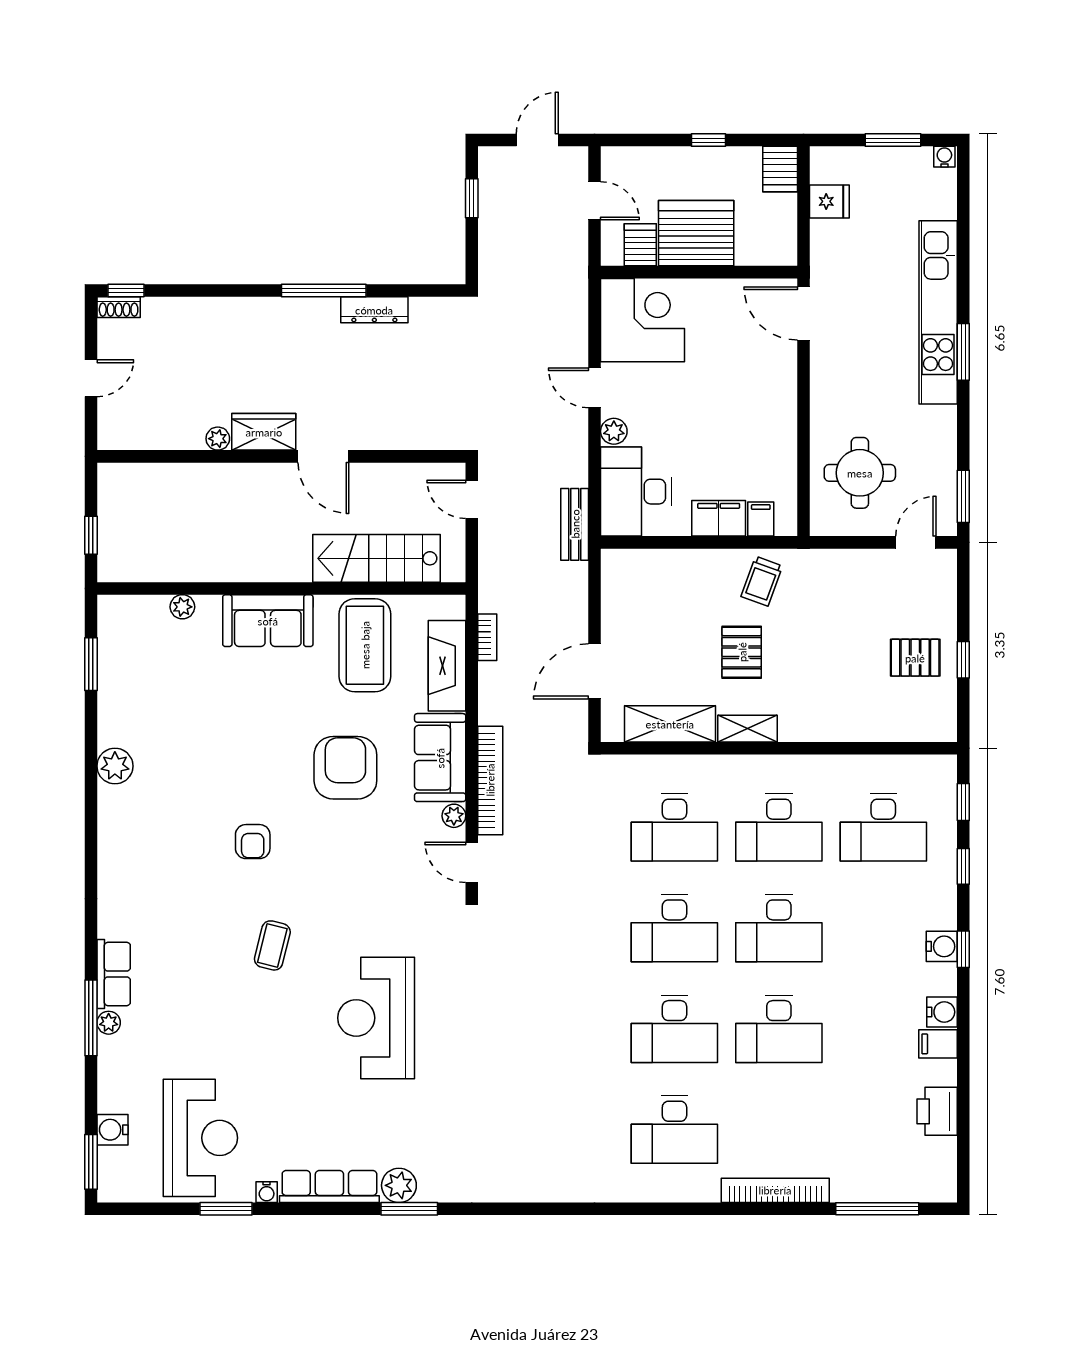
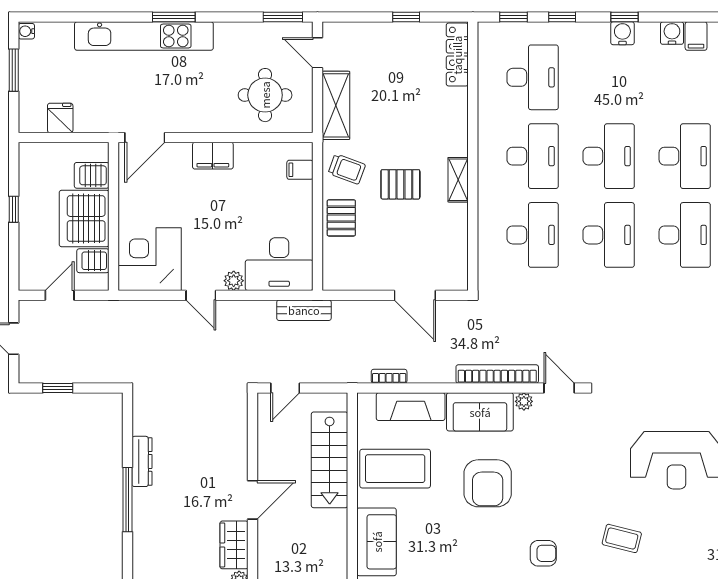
server rack: (780, 169) -> (92, 175), moved, turned 180
door: (595, 388) -> (201, 295), hinge flipped
filing cabinet: (719, 518) -> (213, 156), moved, turned -90
pallet: (915, 658) -> (341, 218), moved
shelving: (670, 724) -> (336, 105), moved
locker: (914, 728) -> (457, 55), added
armchair: (345, 768) -> (488, 483), turned -90
door: (472, 862) -> (559, 388), swing flipped

